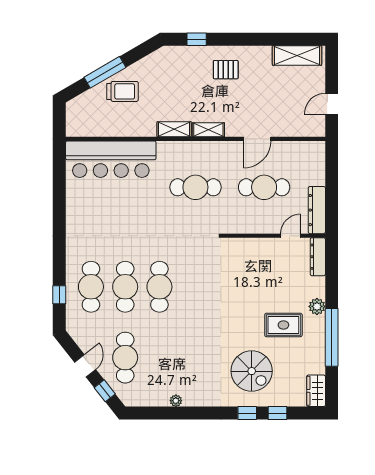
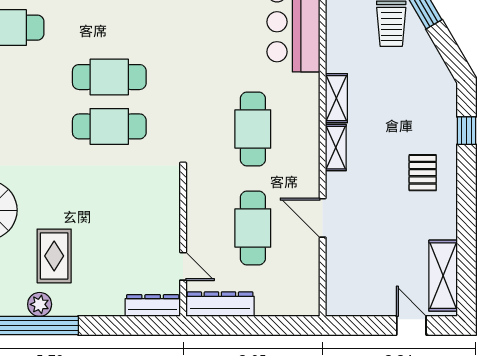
door: (332, 104) -> (411, 326), moved
cafe table: (125, 287) -> (109, 126), moved
plant: (317, 306) -> (40, 304), moved

